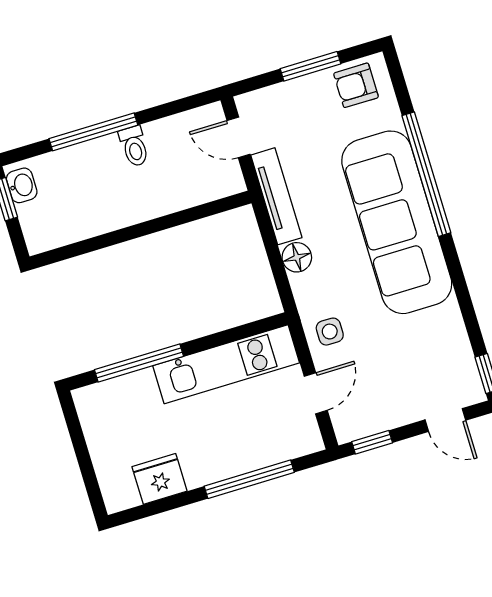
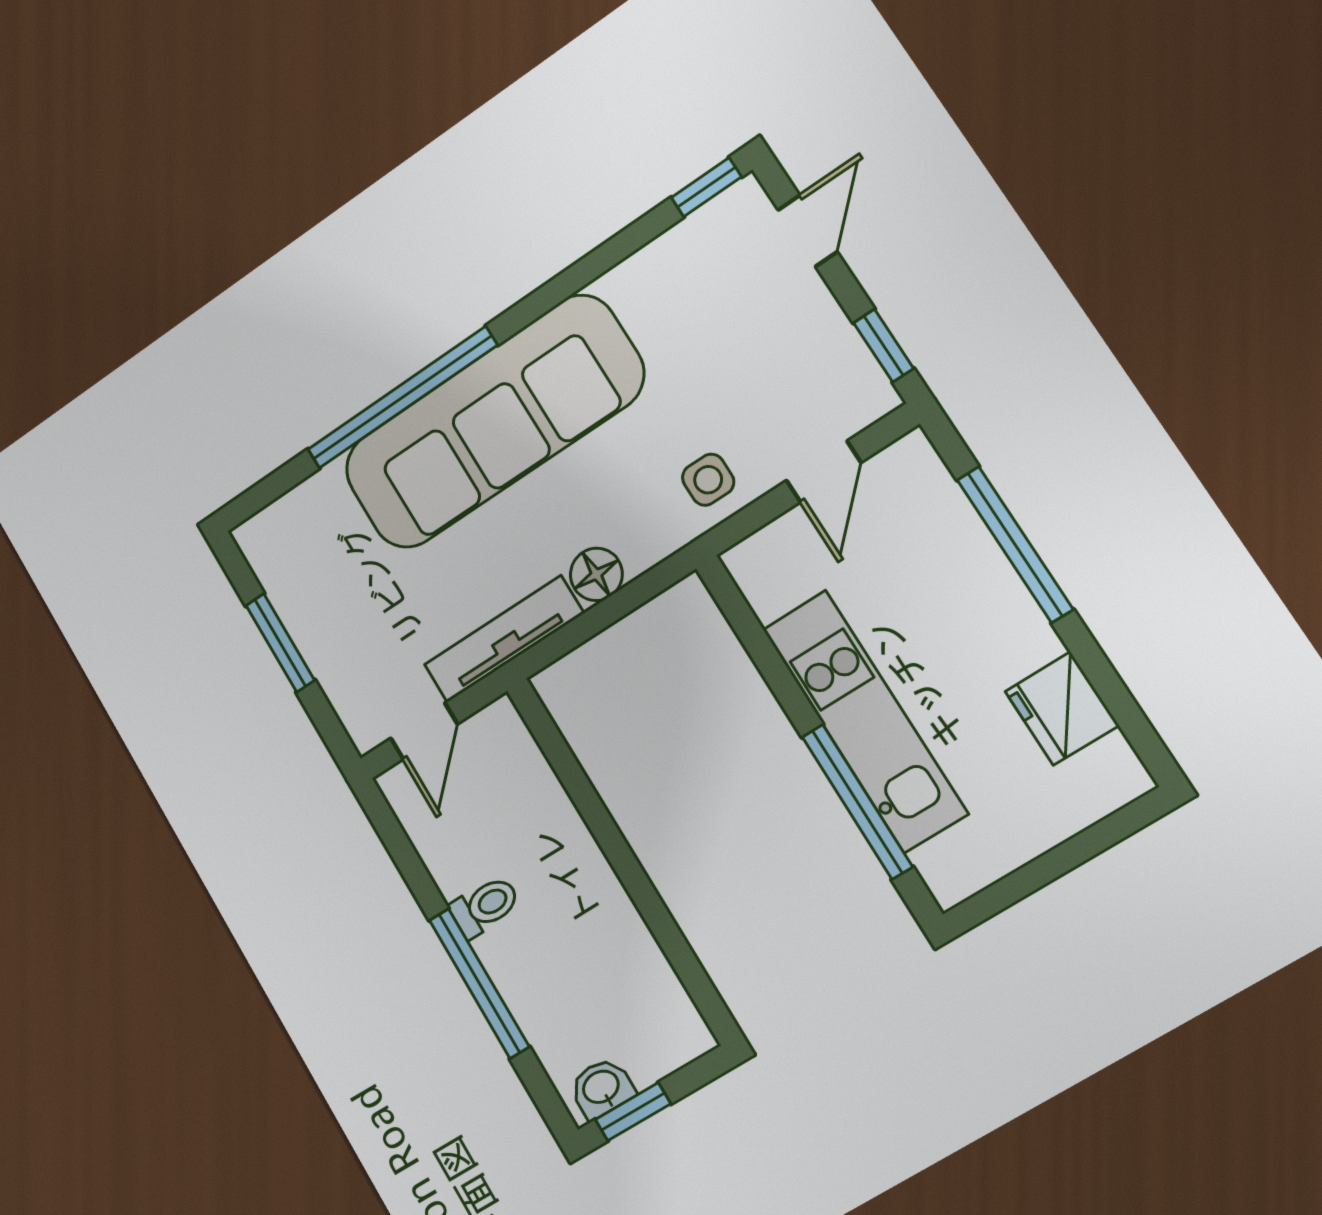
armchair: (356, 85) -> (291, 559), removed
kitchen unit: (226, 364) -> (864, 721), moved
door: (316, 393) -> (824, 472), swing flipped

